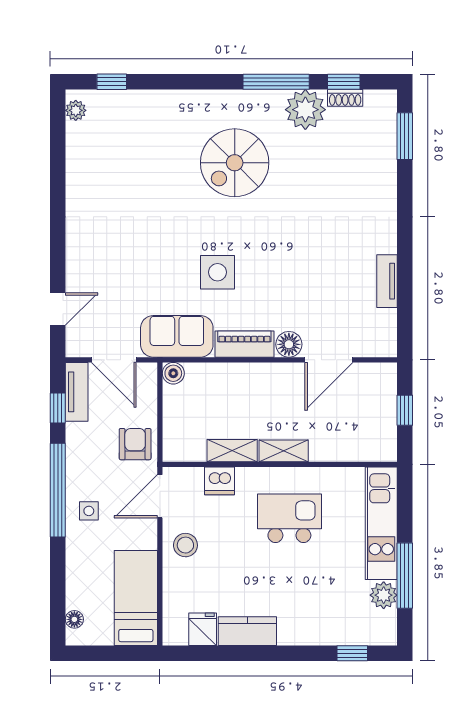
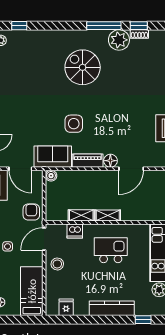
spiral stairs: (235, 163) -> (83, 67), turned 90
kitchen counter: (247, 631) -> (112, 308), moved, width x1.50

